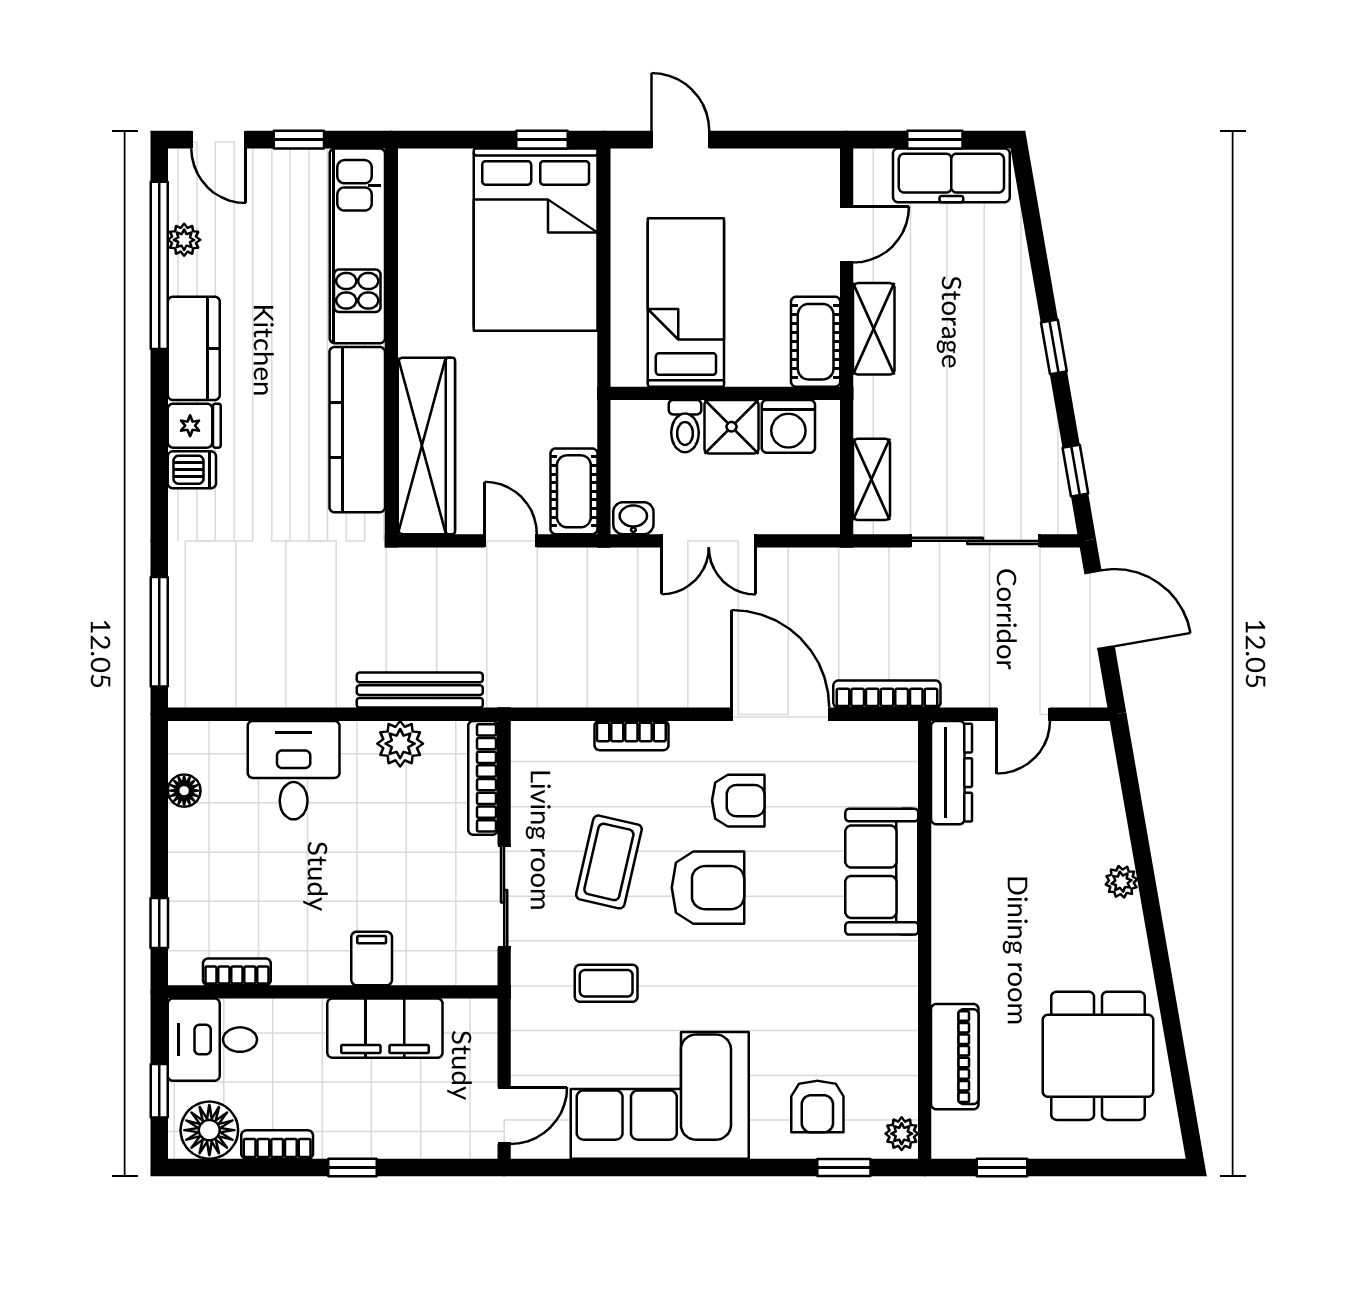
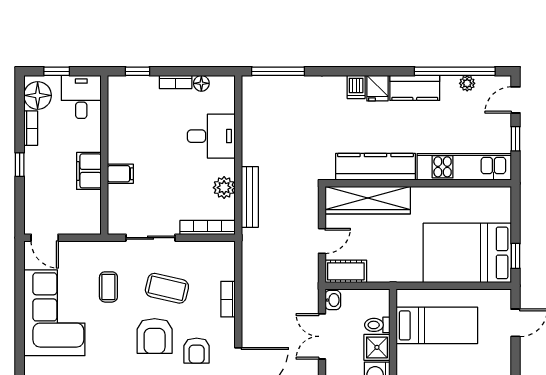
bookcase: (237, 972) -> (176, 82), moved, turned 90
filing cabinet: (385, 1028) -> (89, 171), width x0.67, depth x0.86

